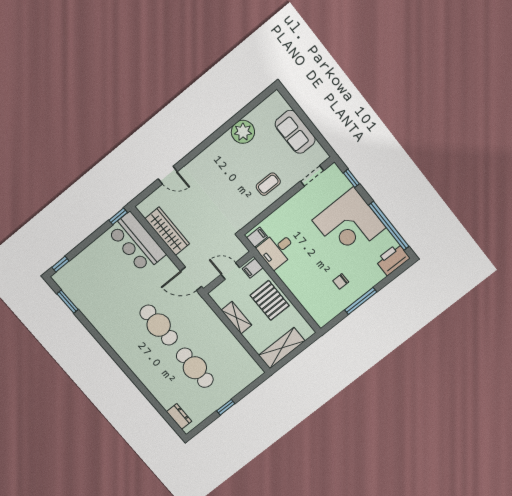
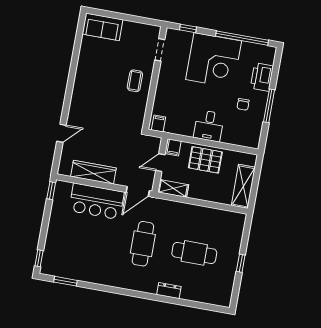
plant: (243, 132) -> (88, 61), removed
sofa: (295, 132) -> (103, 27), moved
bar counter: (136, 243) -> (97, 201), moved
desk: (277, 250) -> (209, 126), moved
printer: (393, 259) -> (262, 77), moved
shelving: (236, 318) -> (173, 188), moved
cafe table: (159, 325) -> (143, 244), turned 90
dresser: (179, 416) -> (169, 291), moved

